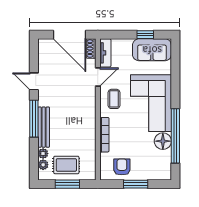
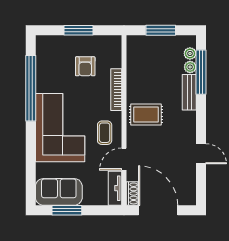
window: (145, 35) -> (67, 210), width x1.50
window: (34, 119) -> (201, 72), moved
bench: (44, 127) -> (189, 92), width x0.73
floor lamp: (163, 141) -> (46, 82), removed
rug: (66, 165) -> (146, 115), moved
armchair: (122, 167) -> (85, 66), moved

